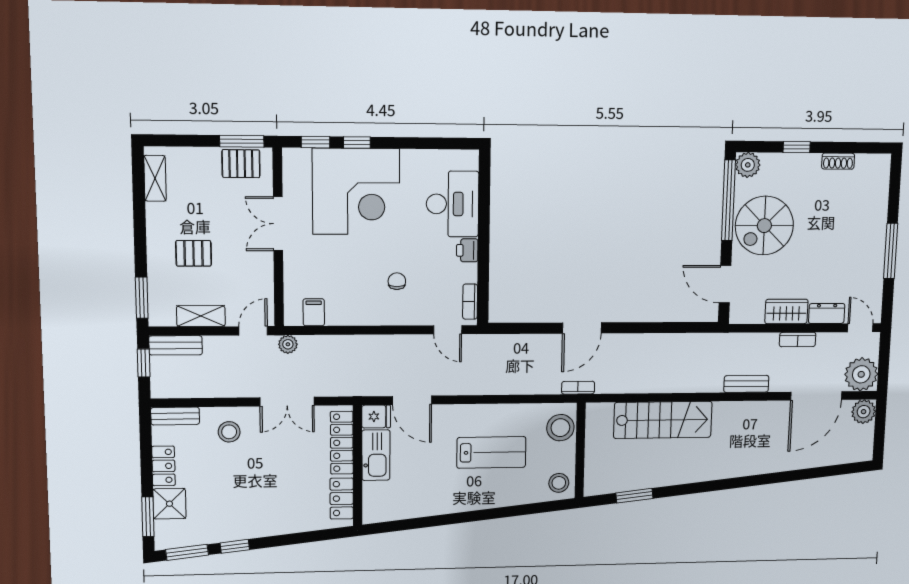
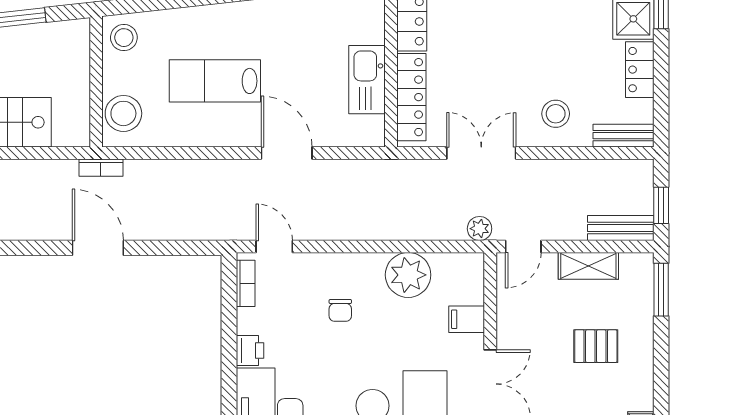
plant: (344, 308) -> (408, 275), added
filing cabinet: (314, 312) -> (467, 319), moved, turned 90
door: (582, 328) -> (98, 248), hinge flipped
door: (412, 400) -> (287, 153), moved
fridge: (376, 416) -> (367, 132), removed

